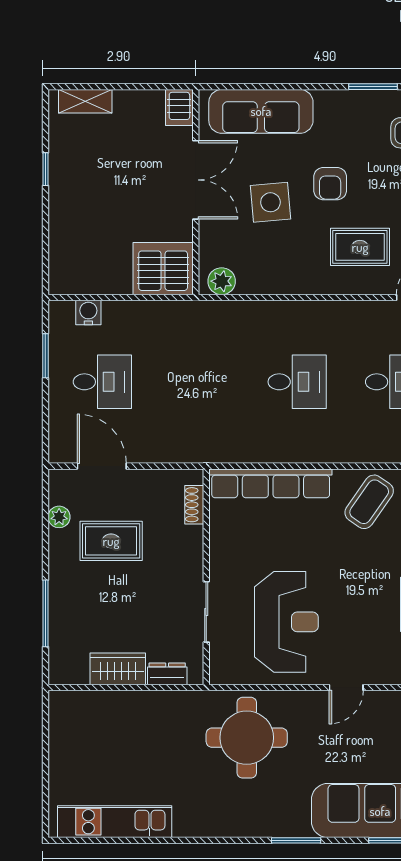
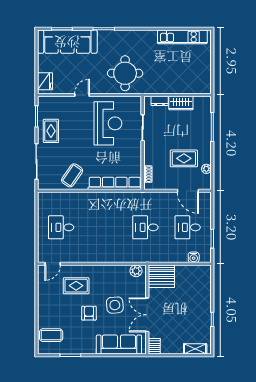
desk: (297, 382) -> (145, 227), moved
reception desk: (286, 622) -> (108, 123), turned 180

